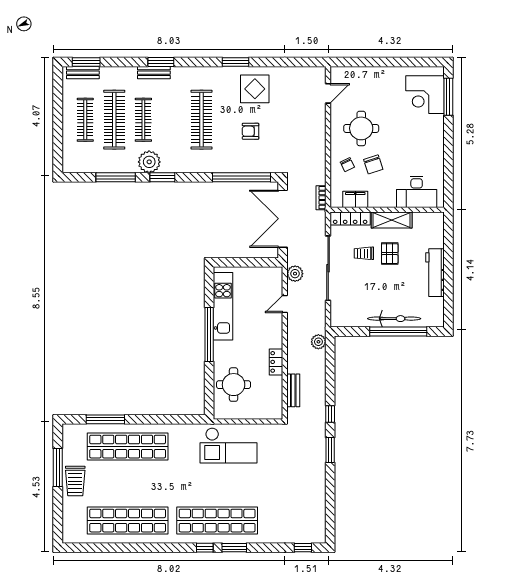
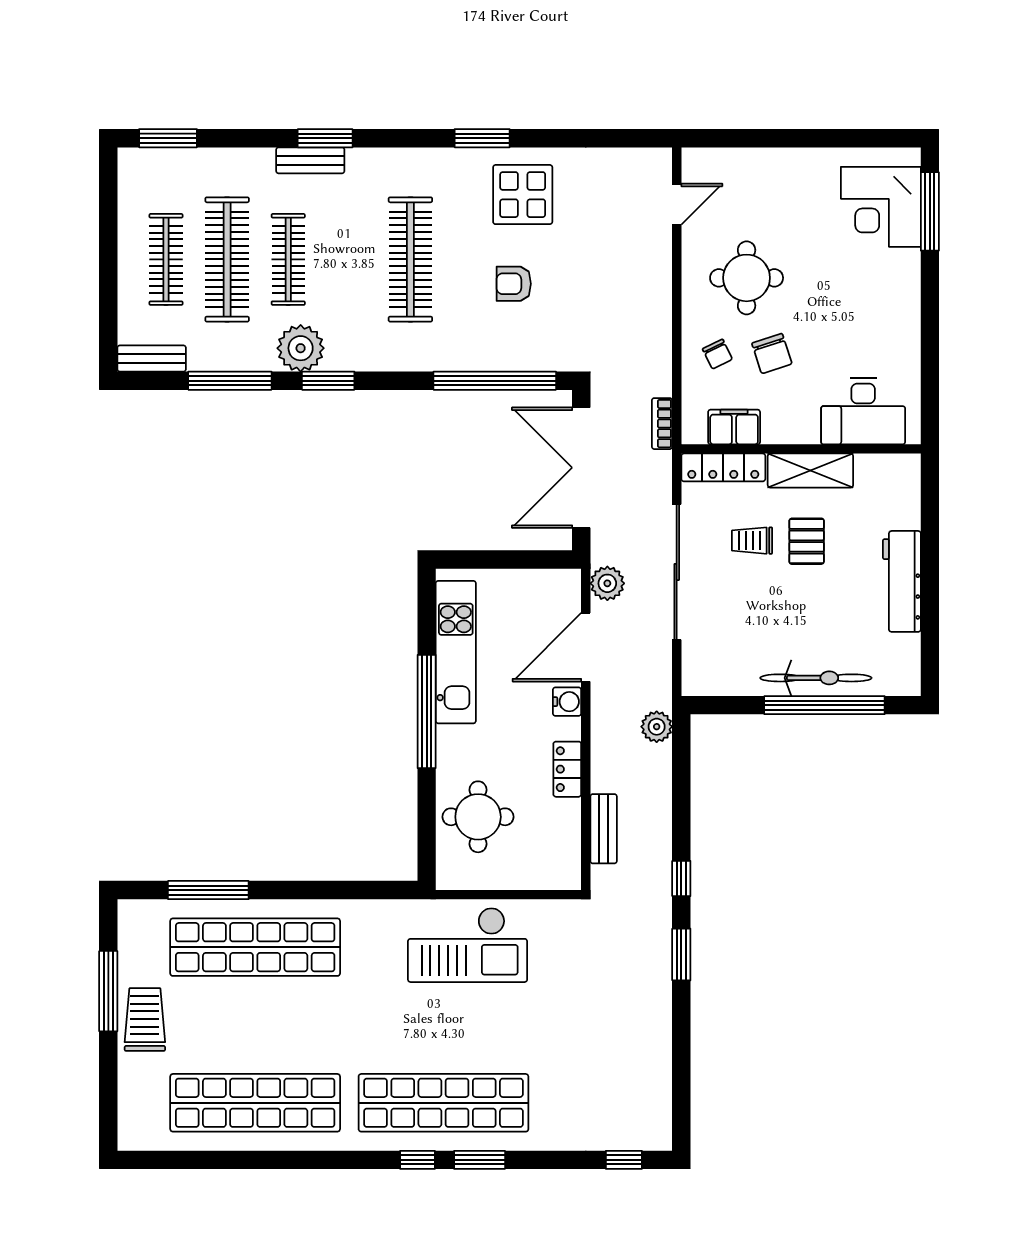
bench: (83, 73) -> (152, 359), moved
door: (285, 304) -> (586, 647), width x1.88
water cooler: (276, 330) -> (567, 702), added
trolley: (75, 481) -> (145, 1020), turned 180

